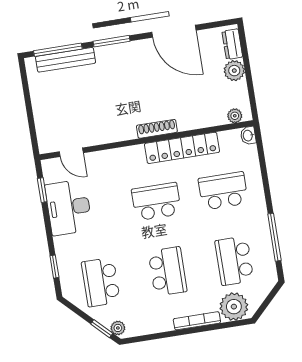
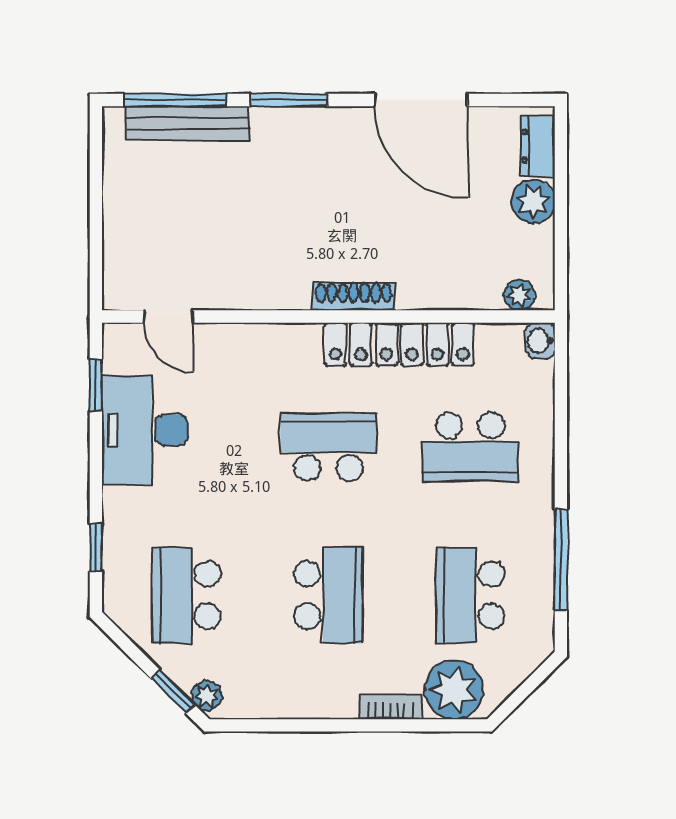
school desk: (223, 191) -> (470, 447), turned 180
bookcase: (197, 321) -> (390, 707), width x0.64

